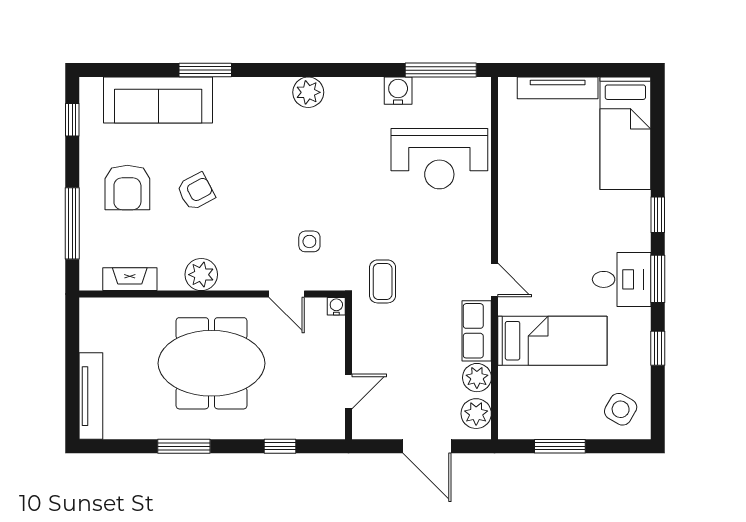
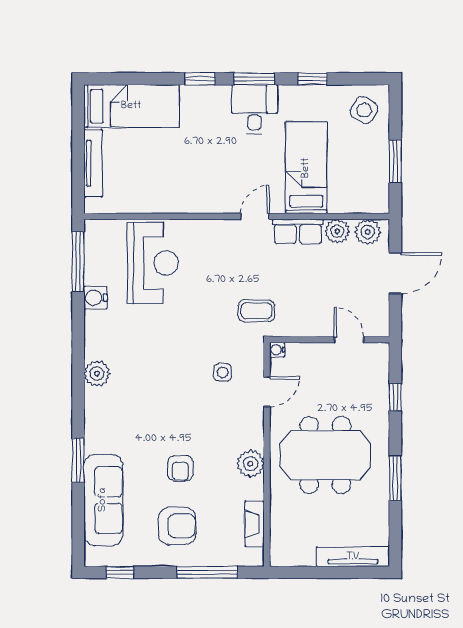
armchair: (196, 191) -> (180, 468), turned -152
meeting table: (212, 363) -> (325, 455), turned 90

